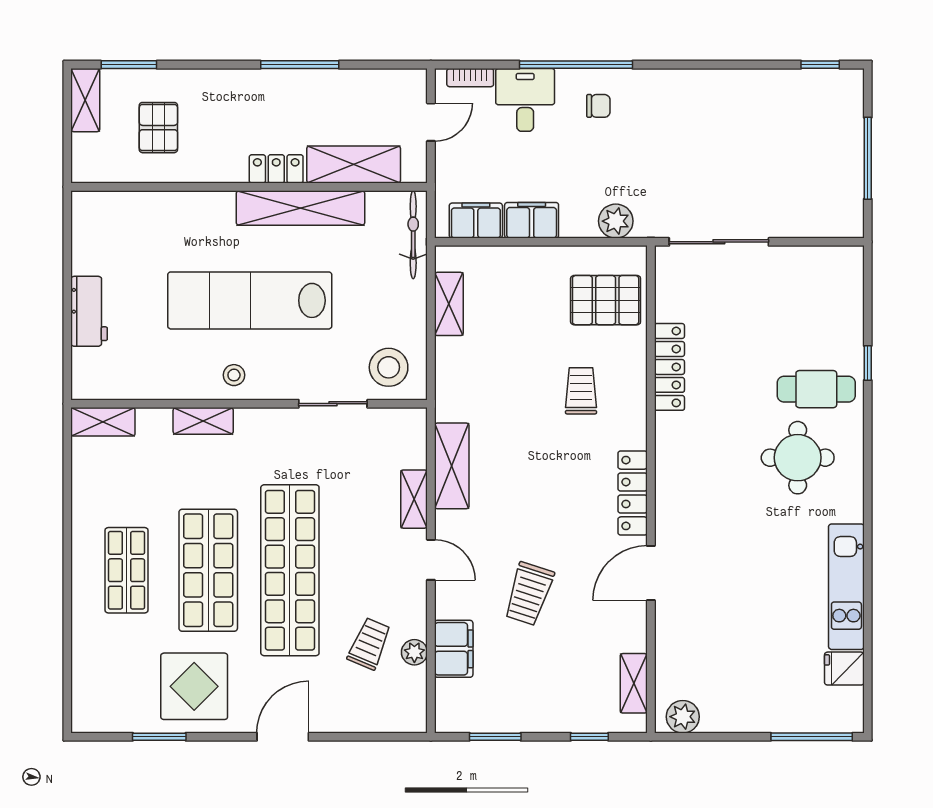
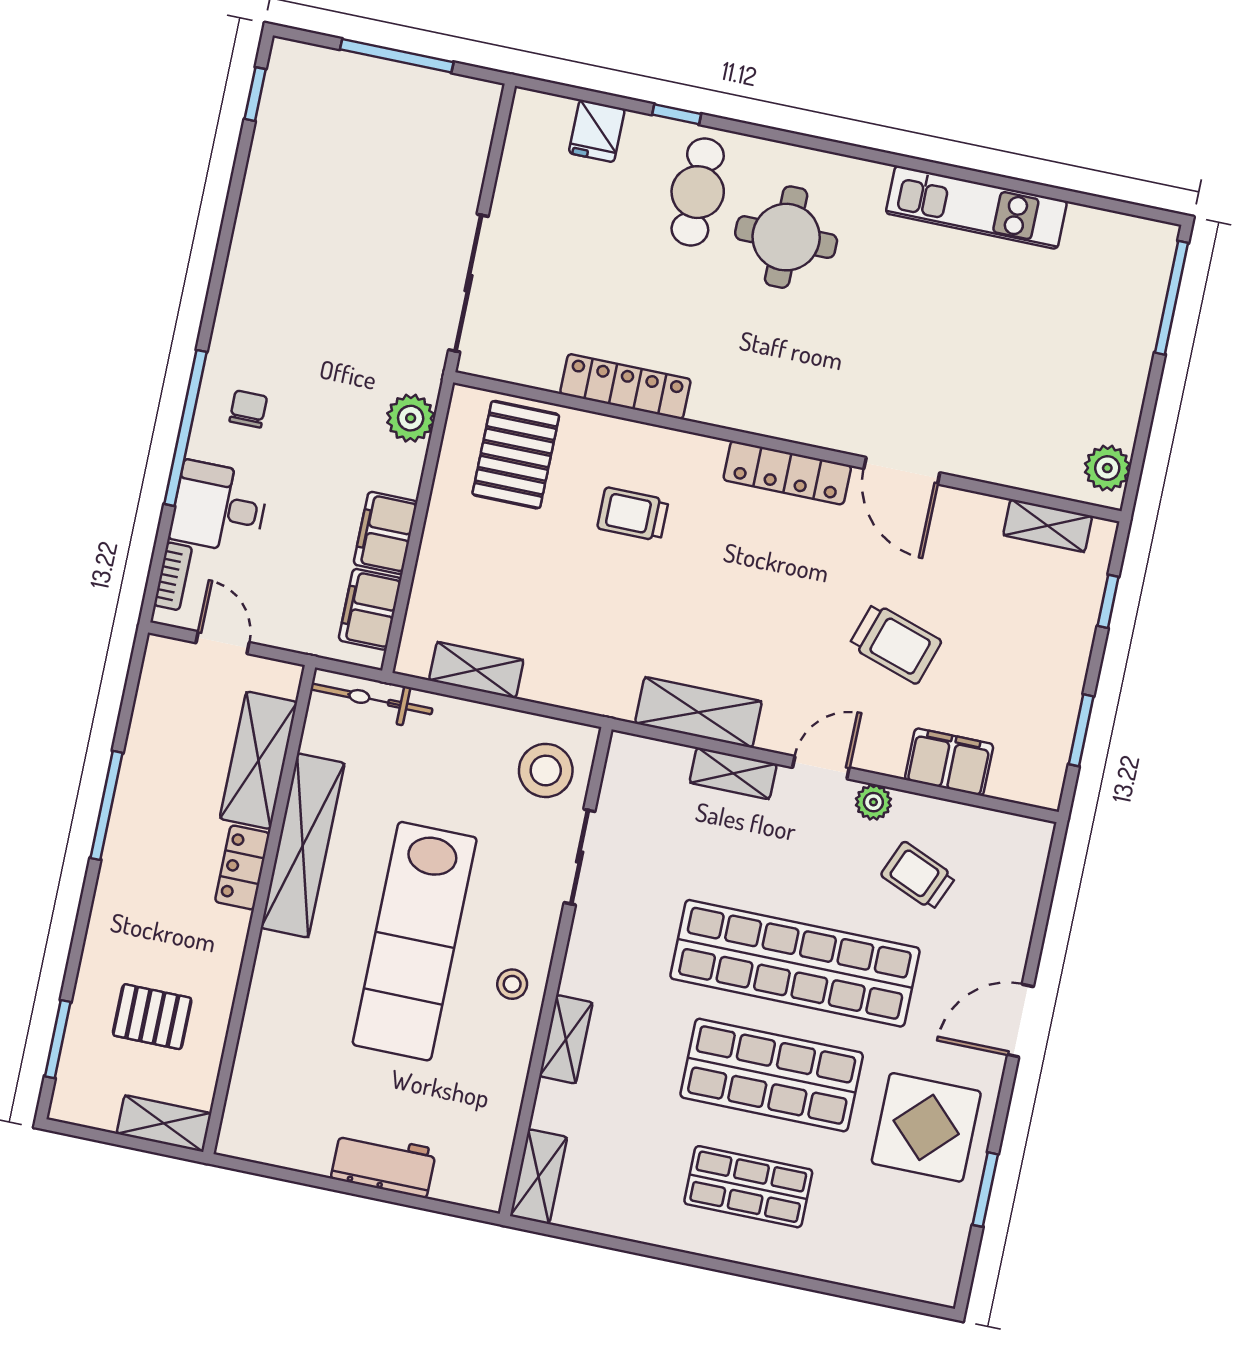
shelving: (85, 100) -> (164, 1123), moved
plant: (414, 652) -> (873, 802), moved
fridge: (844, 669) -> (597, 131), moved
door: (283, 737) -> (1021, 1021), hinge flipped

